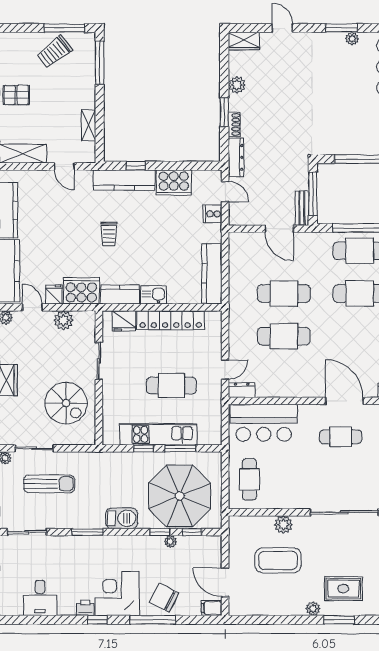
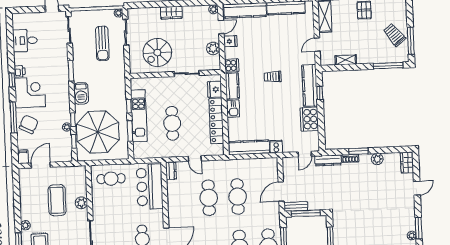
cooker: (212, 214) -> (276, 147), moved
cooker: (81, 291) -> (232, 65), width x0.53, depth x0.76
door: (225, 370) -> (195, 159), moved

